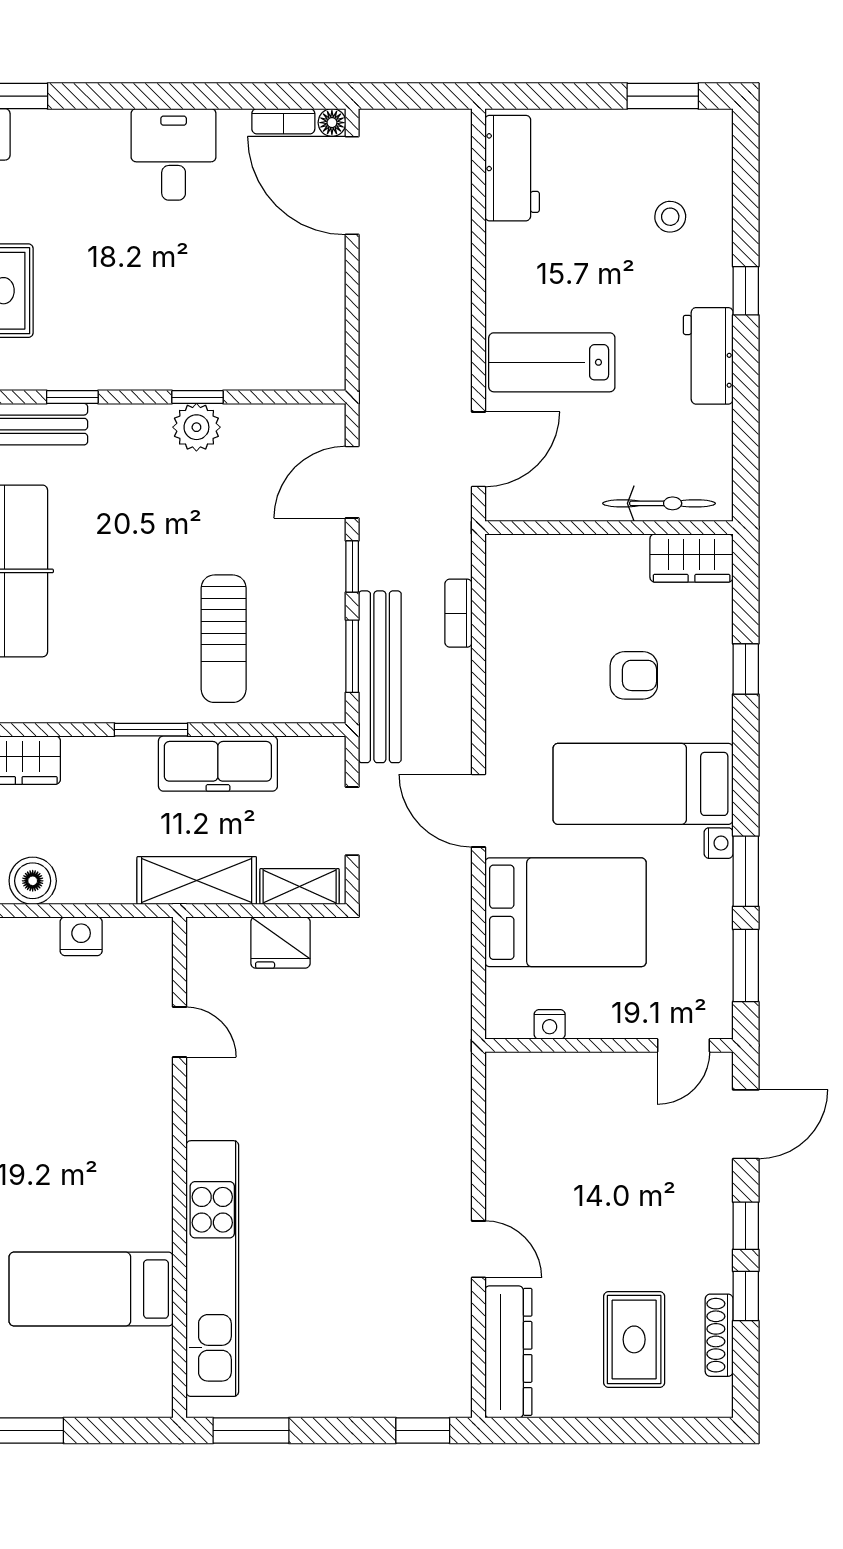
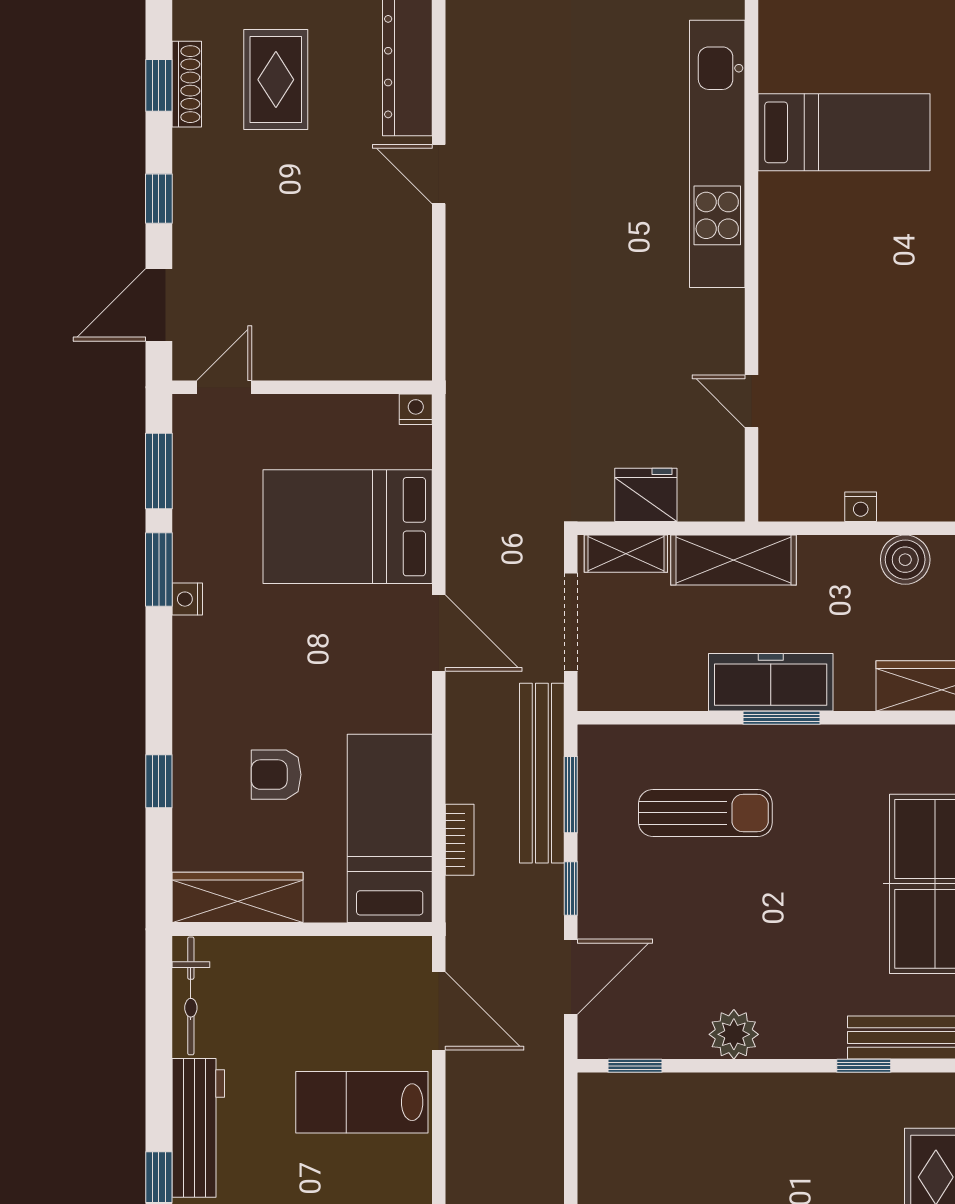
workbench: (708, 356) -> (198, 1128), width x1.38
lab bench: (552, 362) -> (362, 1102), turned 180
window: (198, 397) -> (635, 1066), moved
door: (478, 449) -> (439, 1011), swing flipped
bicycle: (659, 503) -> (191, 996), moved, turned -90
wardrobe: (692, 558) -> (237, 897), width x1.50
sun lounger: (224, 639) -> (705, 813), turned 90
freezer: (218, 764) -> (771, 682), moved
bed: (643, 784) -> (390, 828), moved, turned -90
doorway: (352, 821) -> (571, 622), width x1.38
nightstand: (81, 936) -> (861, 507), width x0.72, depth x0.74
nightstand: (550, 1024) -> (416, 409), moved
window: (746, 1296) -> (159, 85), moved

